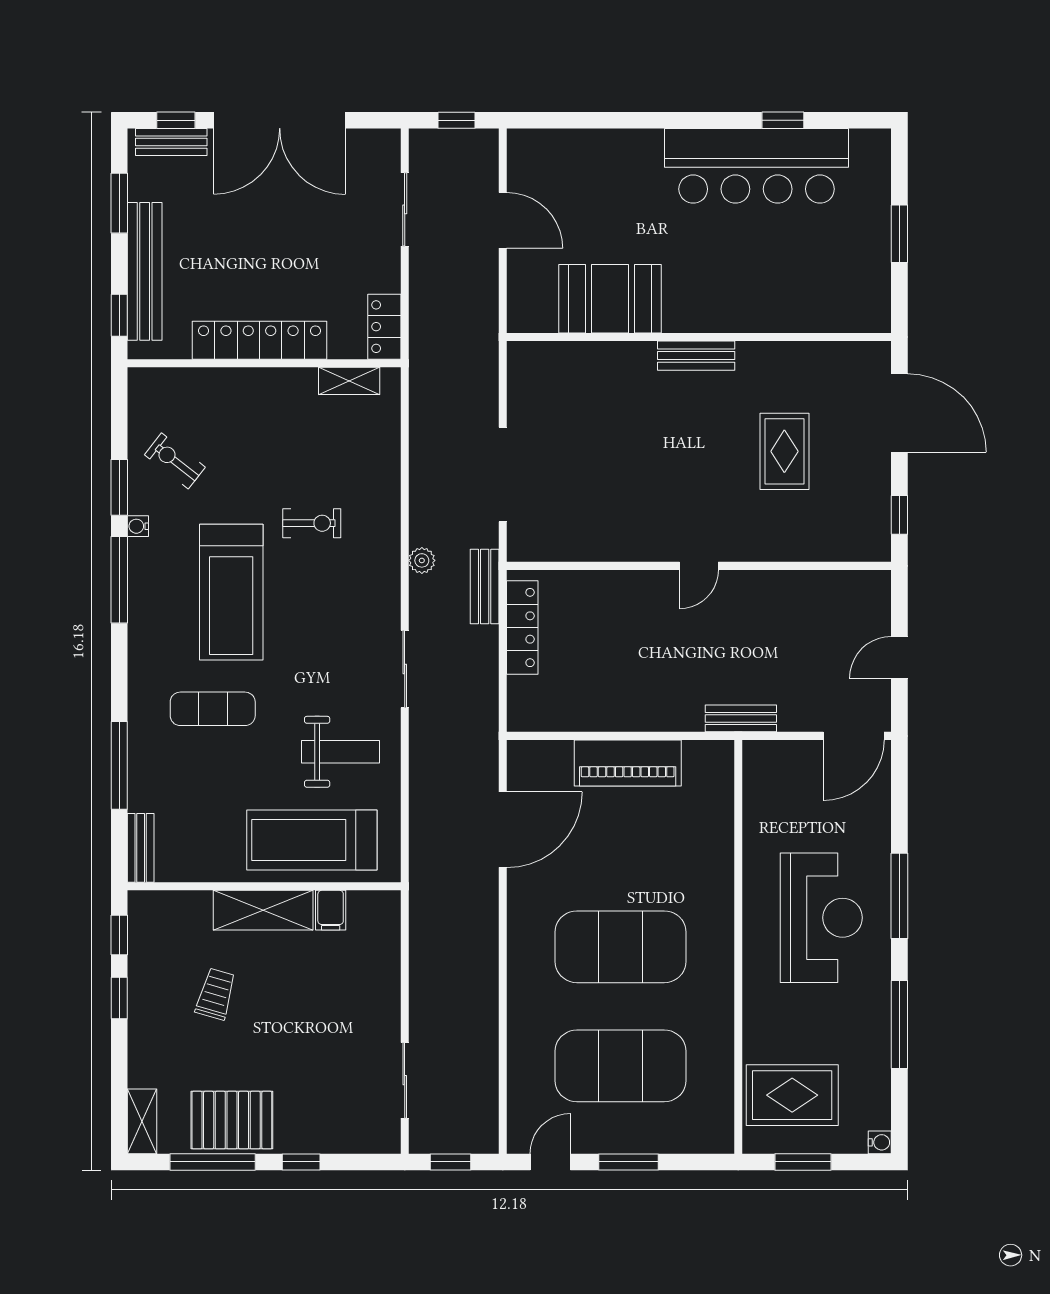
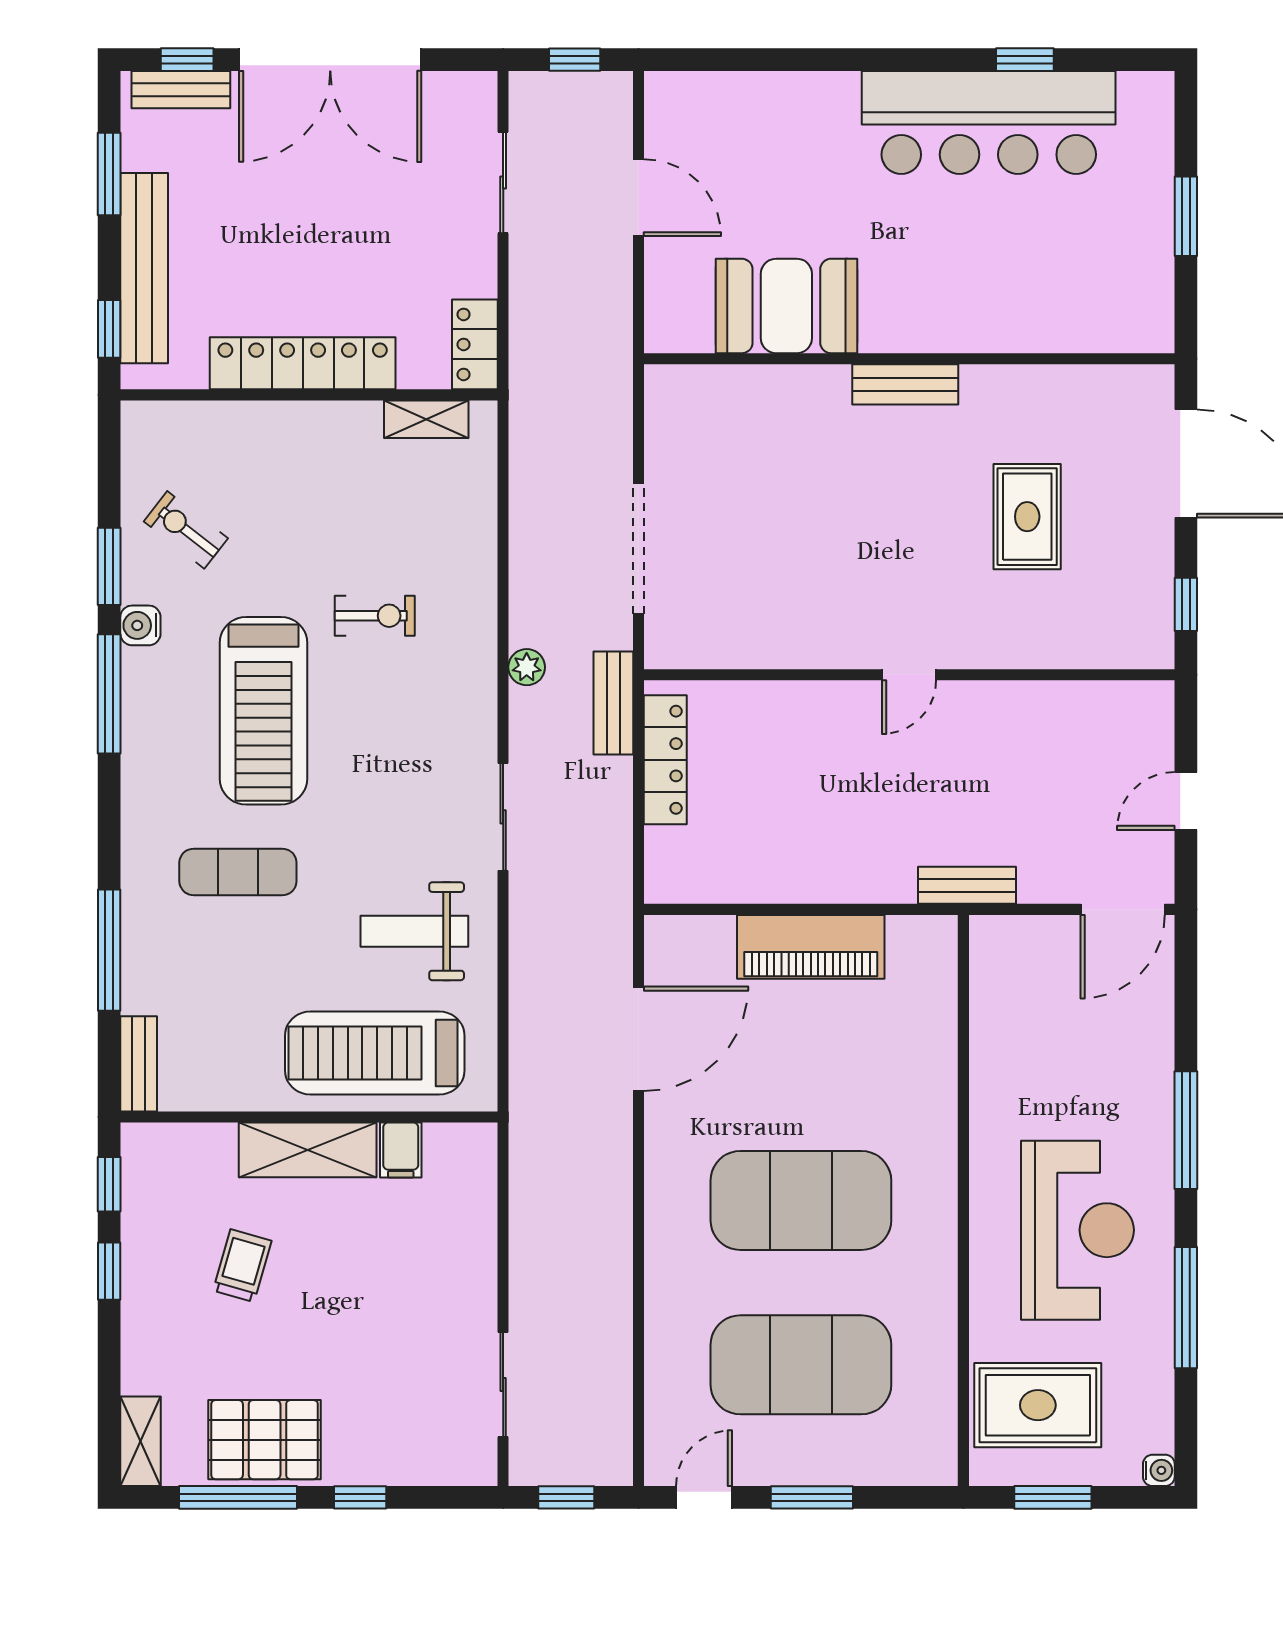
water cooler: (138, 526) -> (140, 625), width x1.38, depth x1.38
weight bench: (340, 752) -> (414, 931), turned 180
reception desk: (821, 918) -> (1077, 1230), moved

